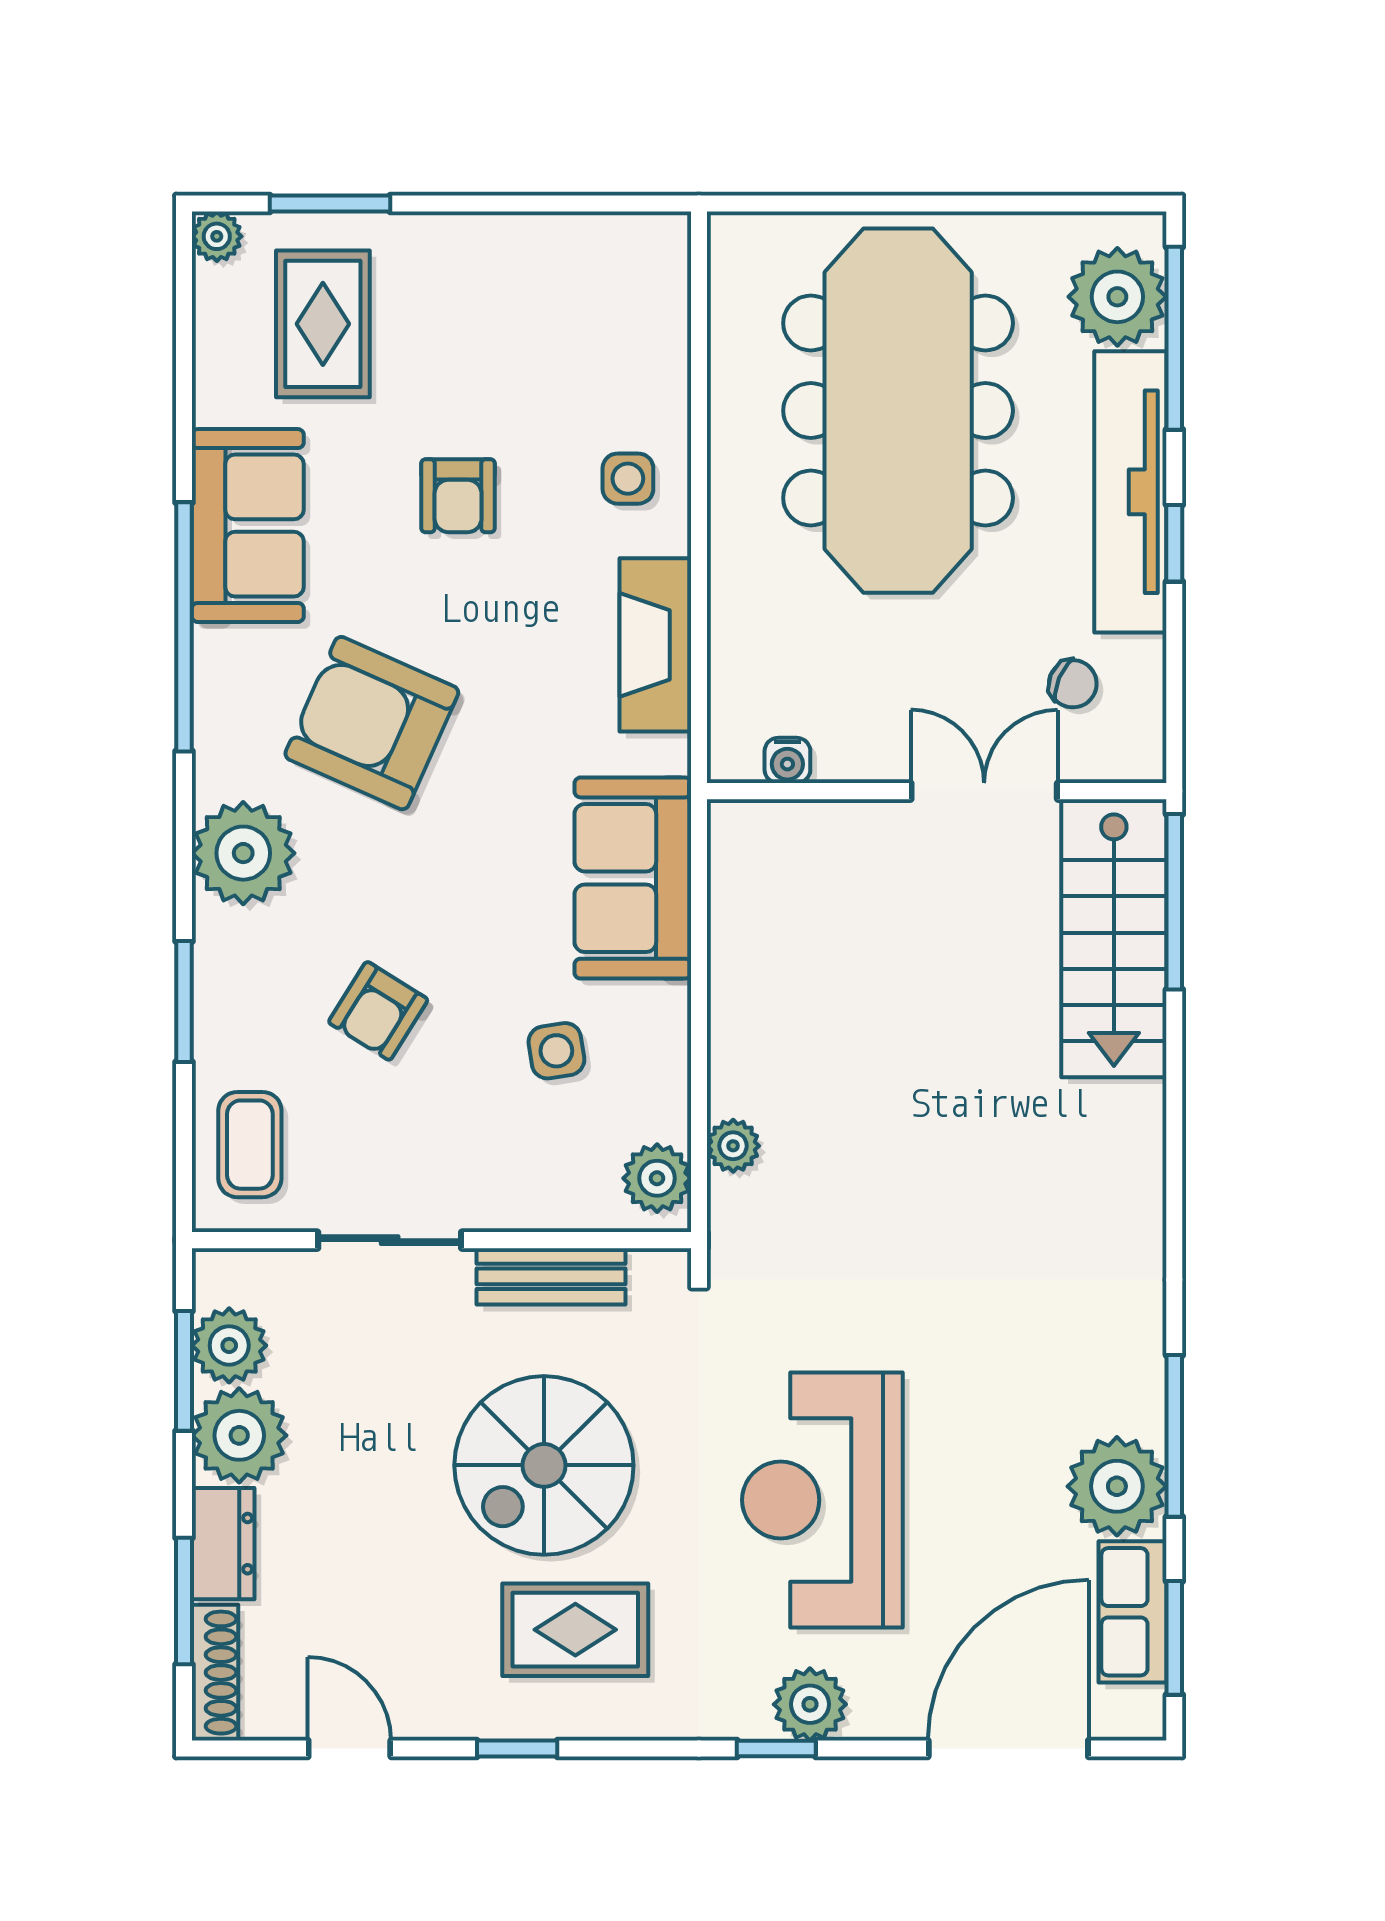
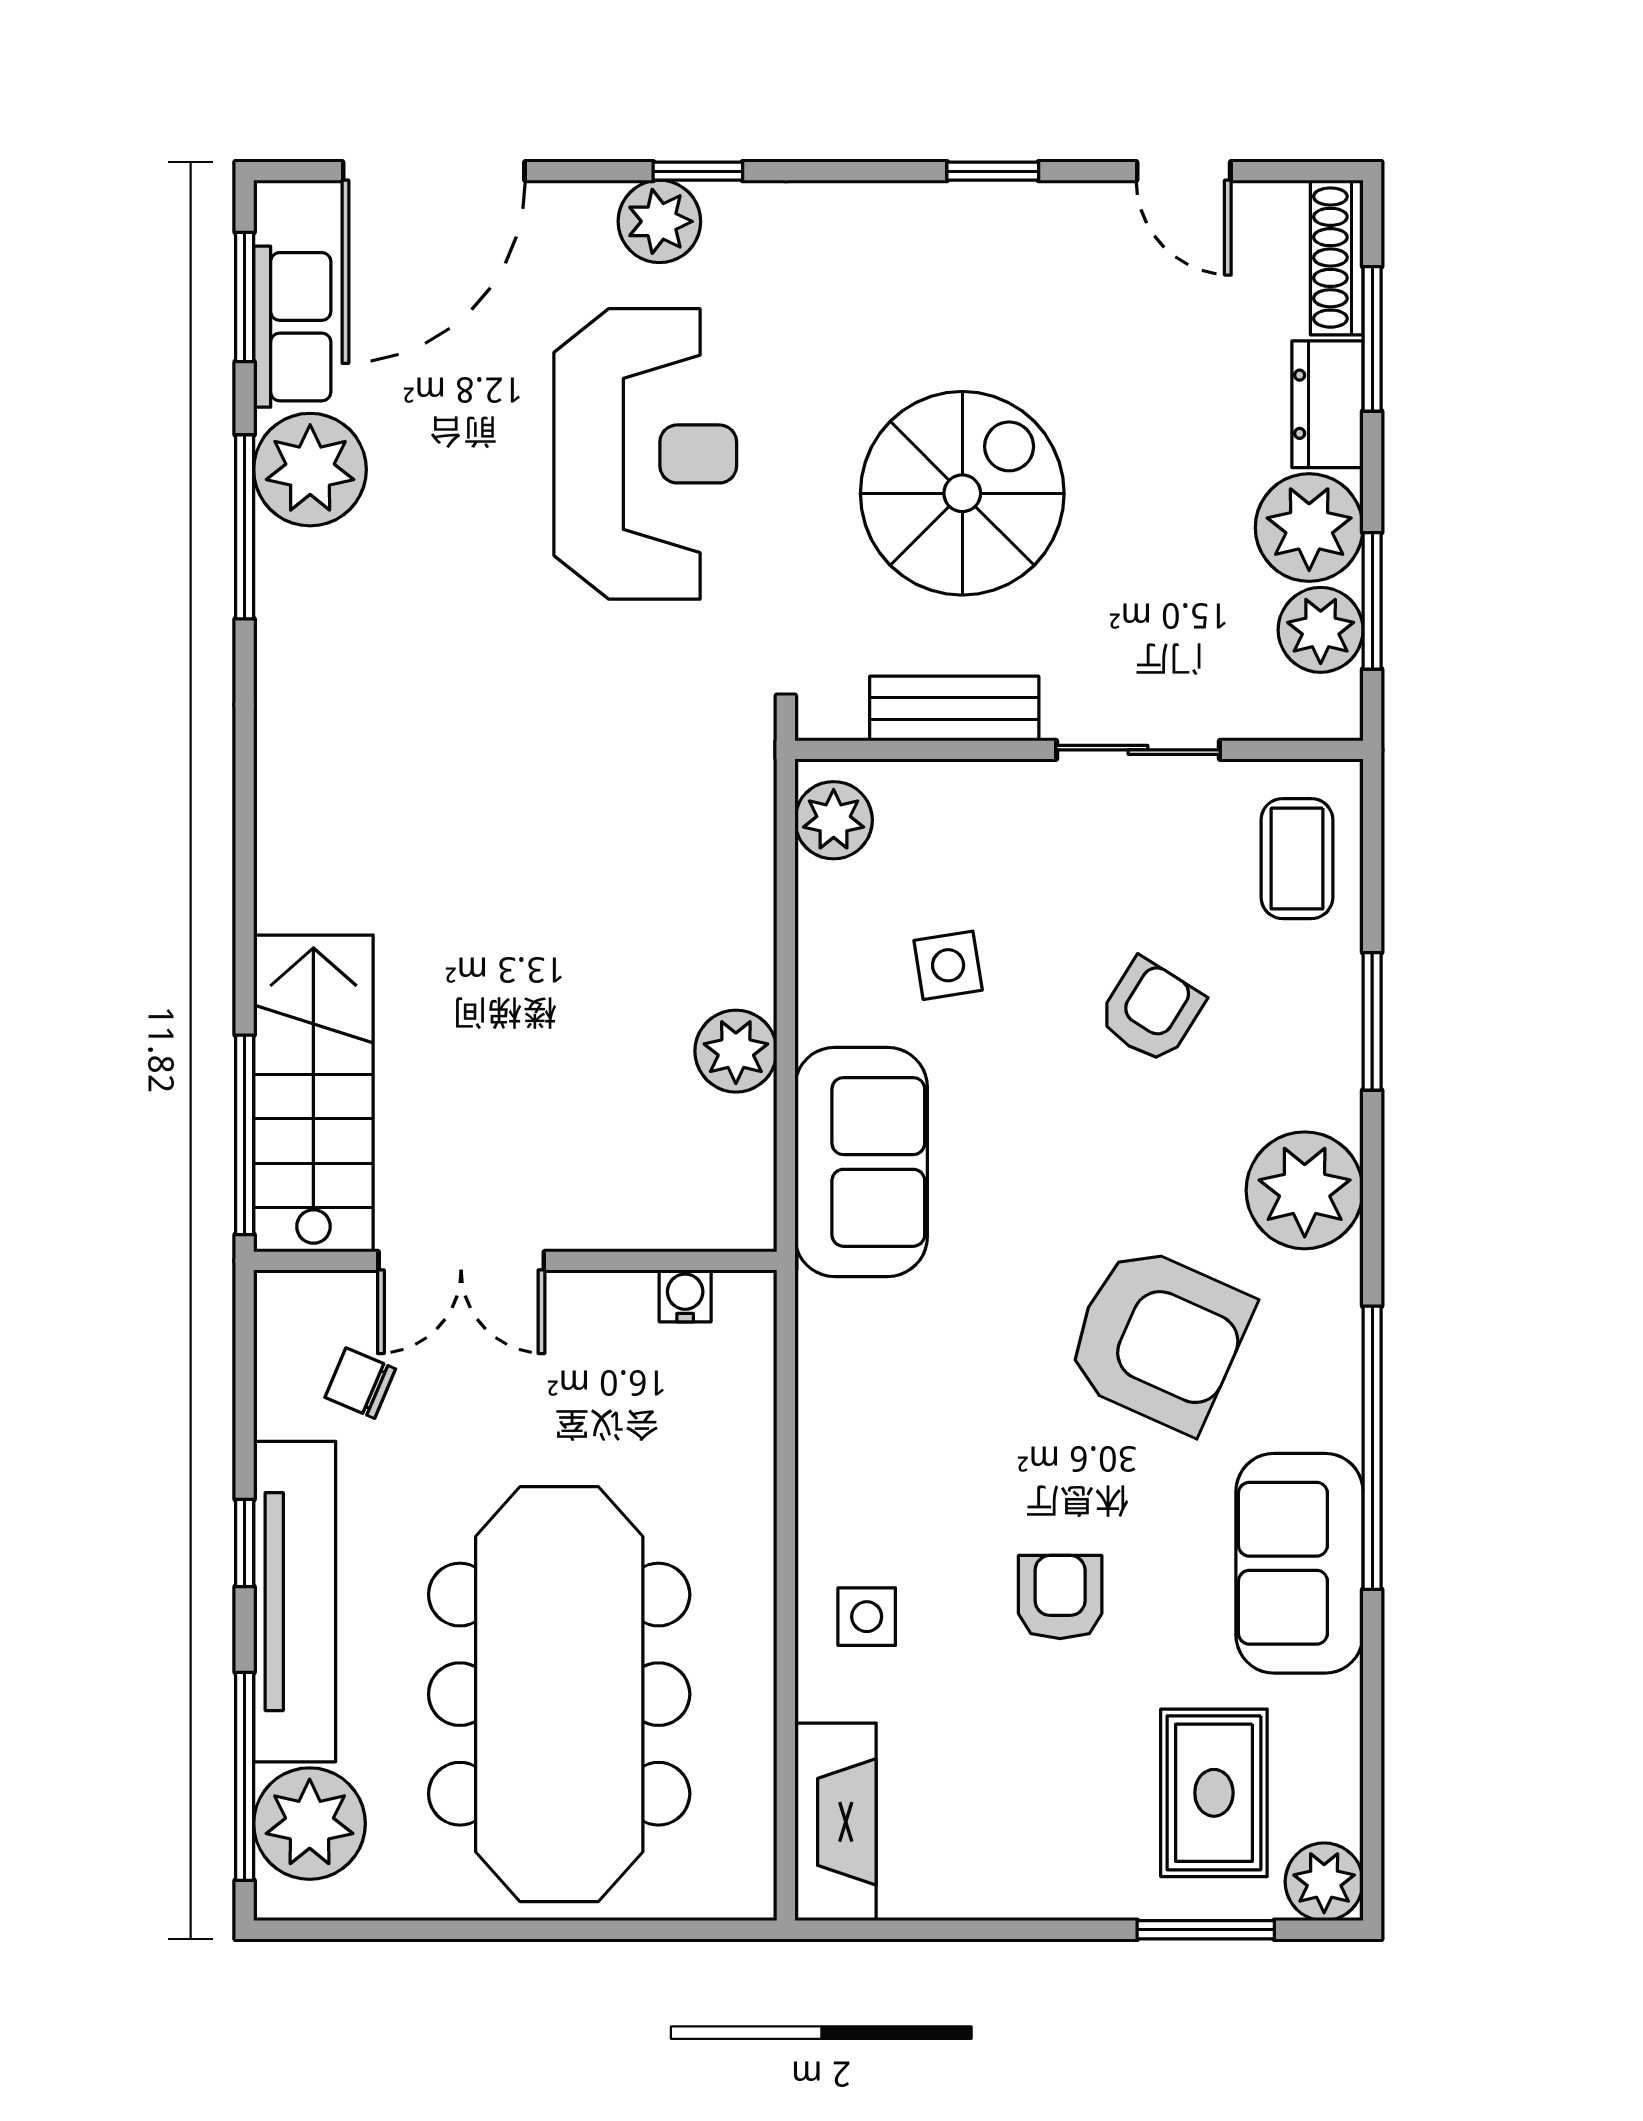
plant: (217, 236) -> (1324, 1882), width x1.38, depth x1.38
fireplace: (655, 645) -> (836, 1822), moved
plant: (733, 1146) -> (736, 1051), moved, width x1.38, depth x1.38
rug: (575, 1630) -> (927, 306), removed

